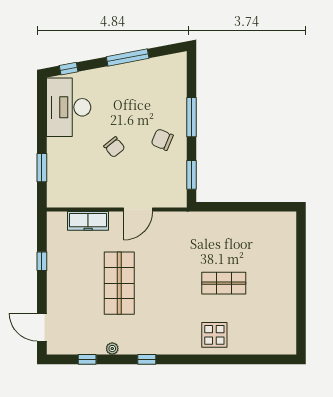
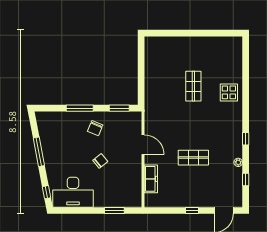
window: (42, 261) -> (192, 211), moved
shop shelf: (119, 283) -> (193, 158), width x0.70, depth x0.74

